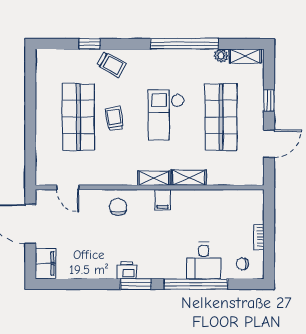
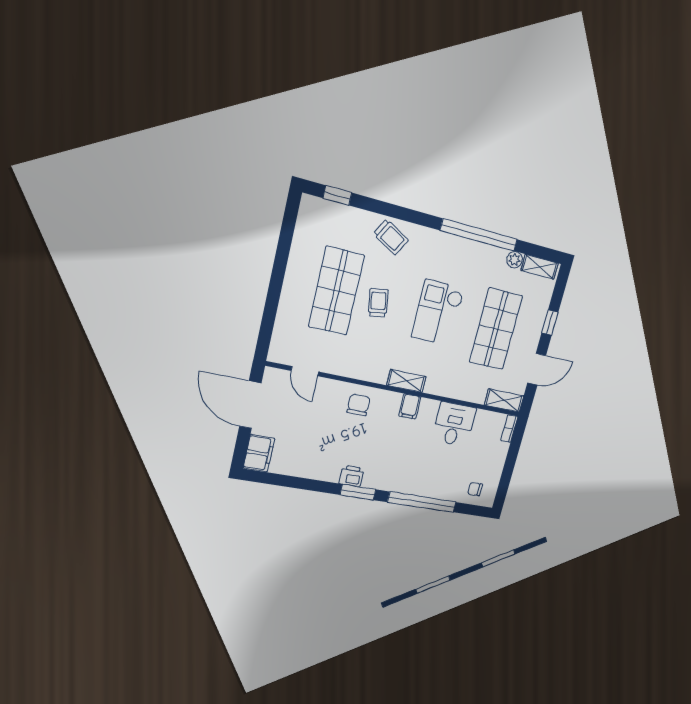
window: (90, 44) -> (337, 195), moved
shelving: (189, 178) -> (504, 400), moved
bookcase: (259, 237) -> (509, 429), moved
desk: (204, 261) -> (454, 424), moved, turned 180

